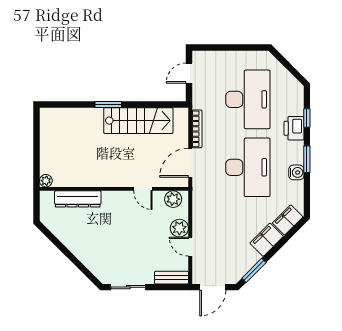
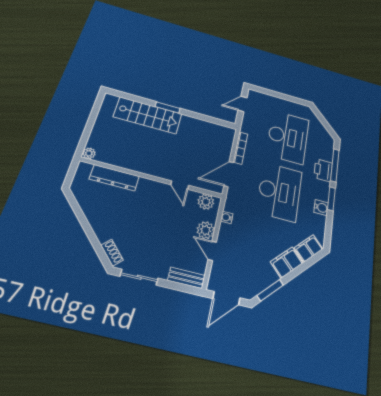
window: (307, 118) -> (335, 165), width x2.17
stairs: (138, 121) -> (148, 115), moved
water cooler: (198, 210) -> (227, 217), added
shoe rack: (98, 271) -> (112, 253), added

